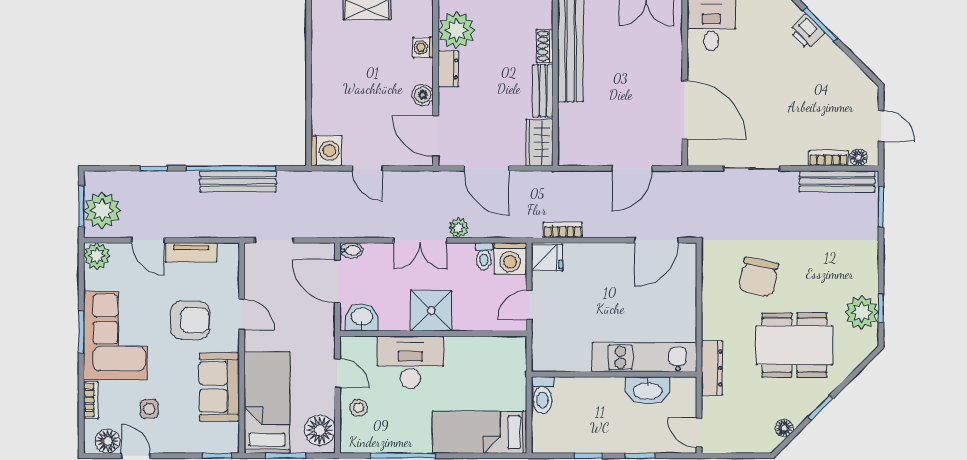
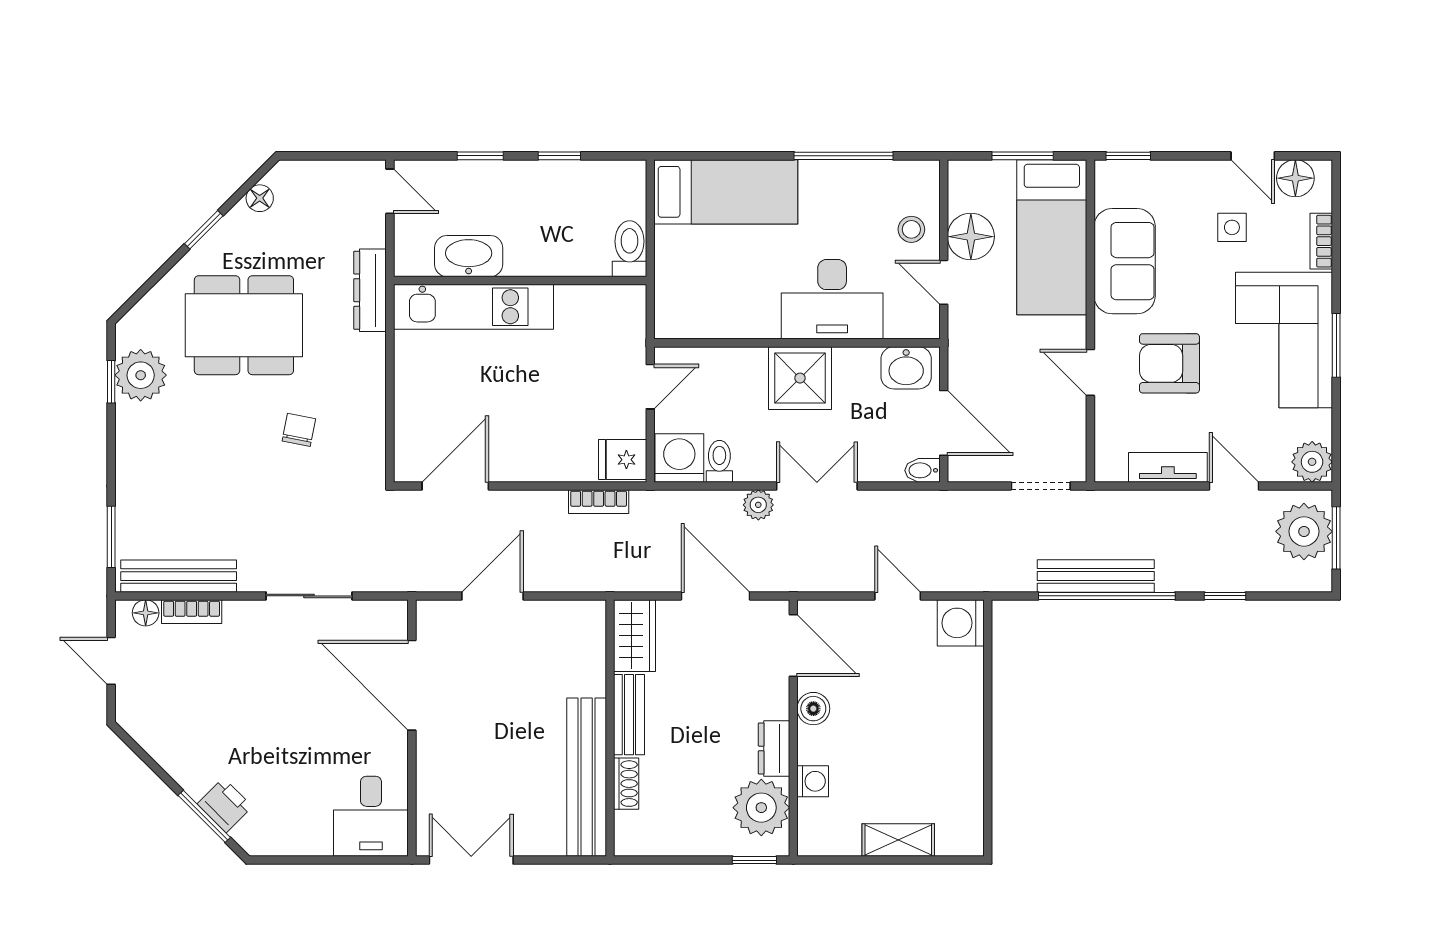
chair: (758, 277) -> (299, 430), width x0.54, depth x0.54
floor lamp: (320, 430) -> (971, 237), moved

